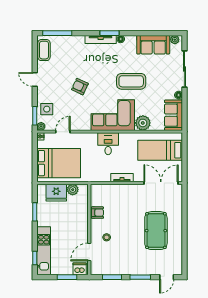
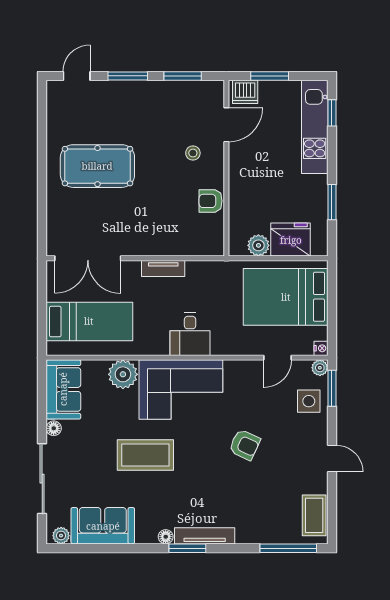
pool table: (156, 231) -> (97, 166), turned 90

